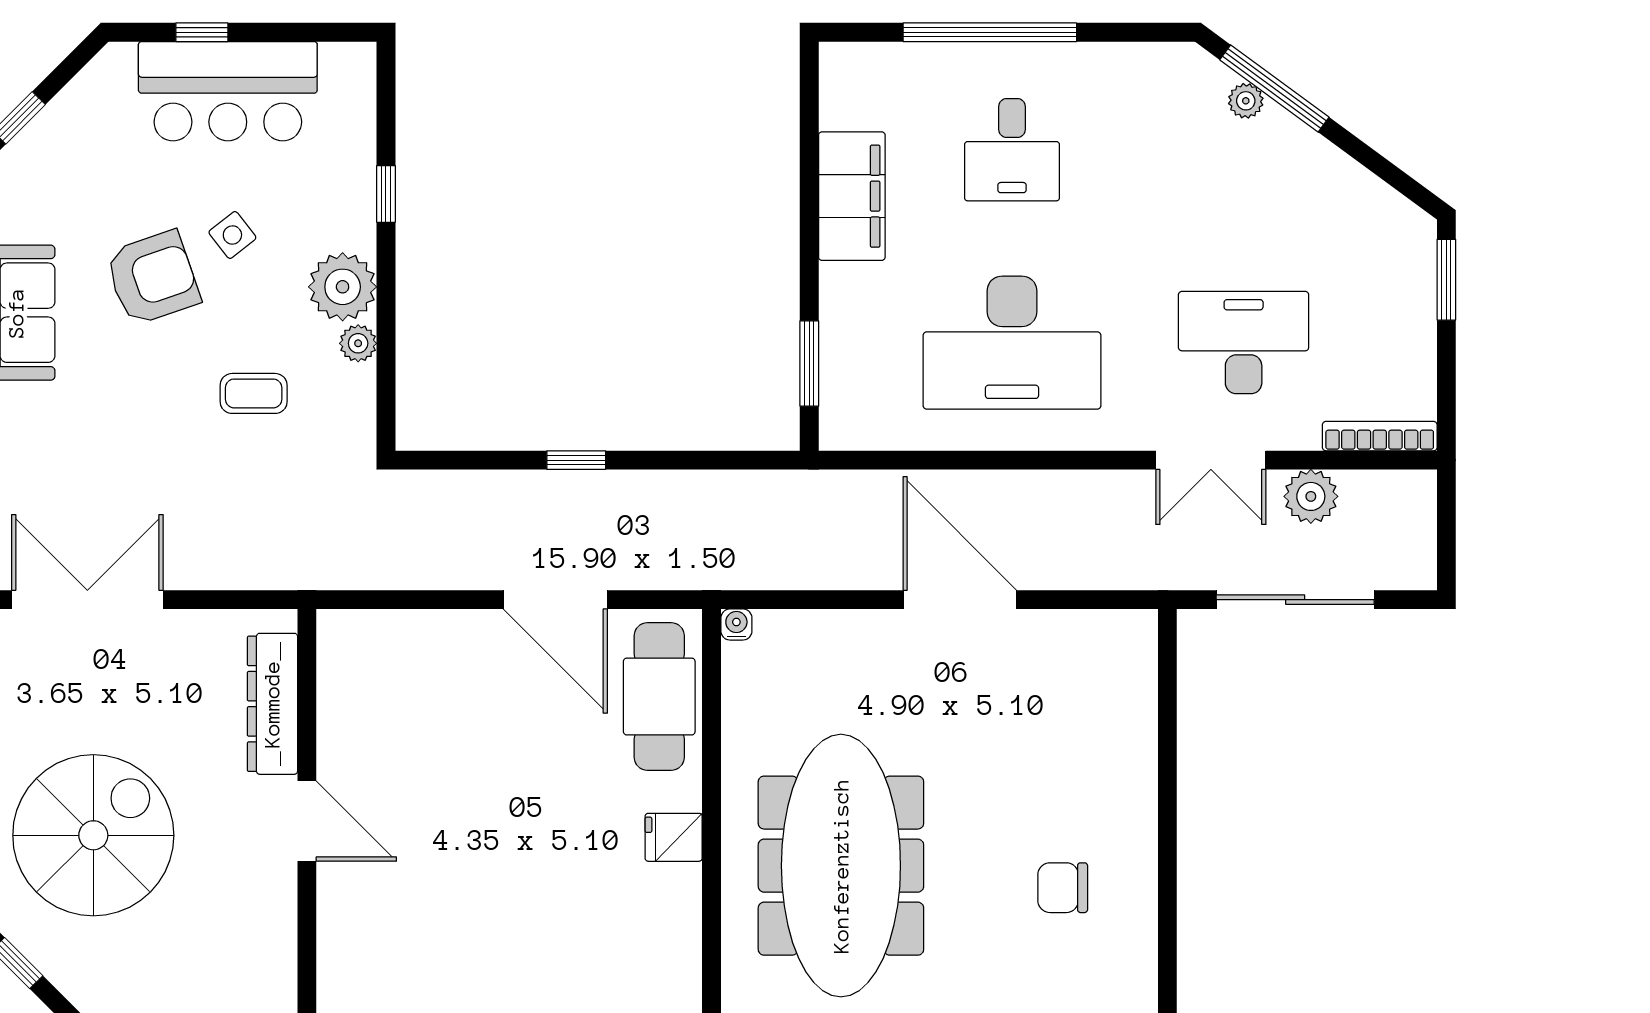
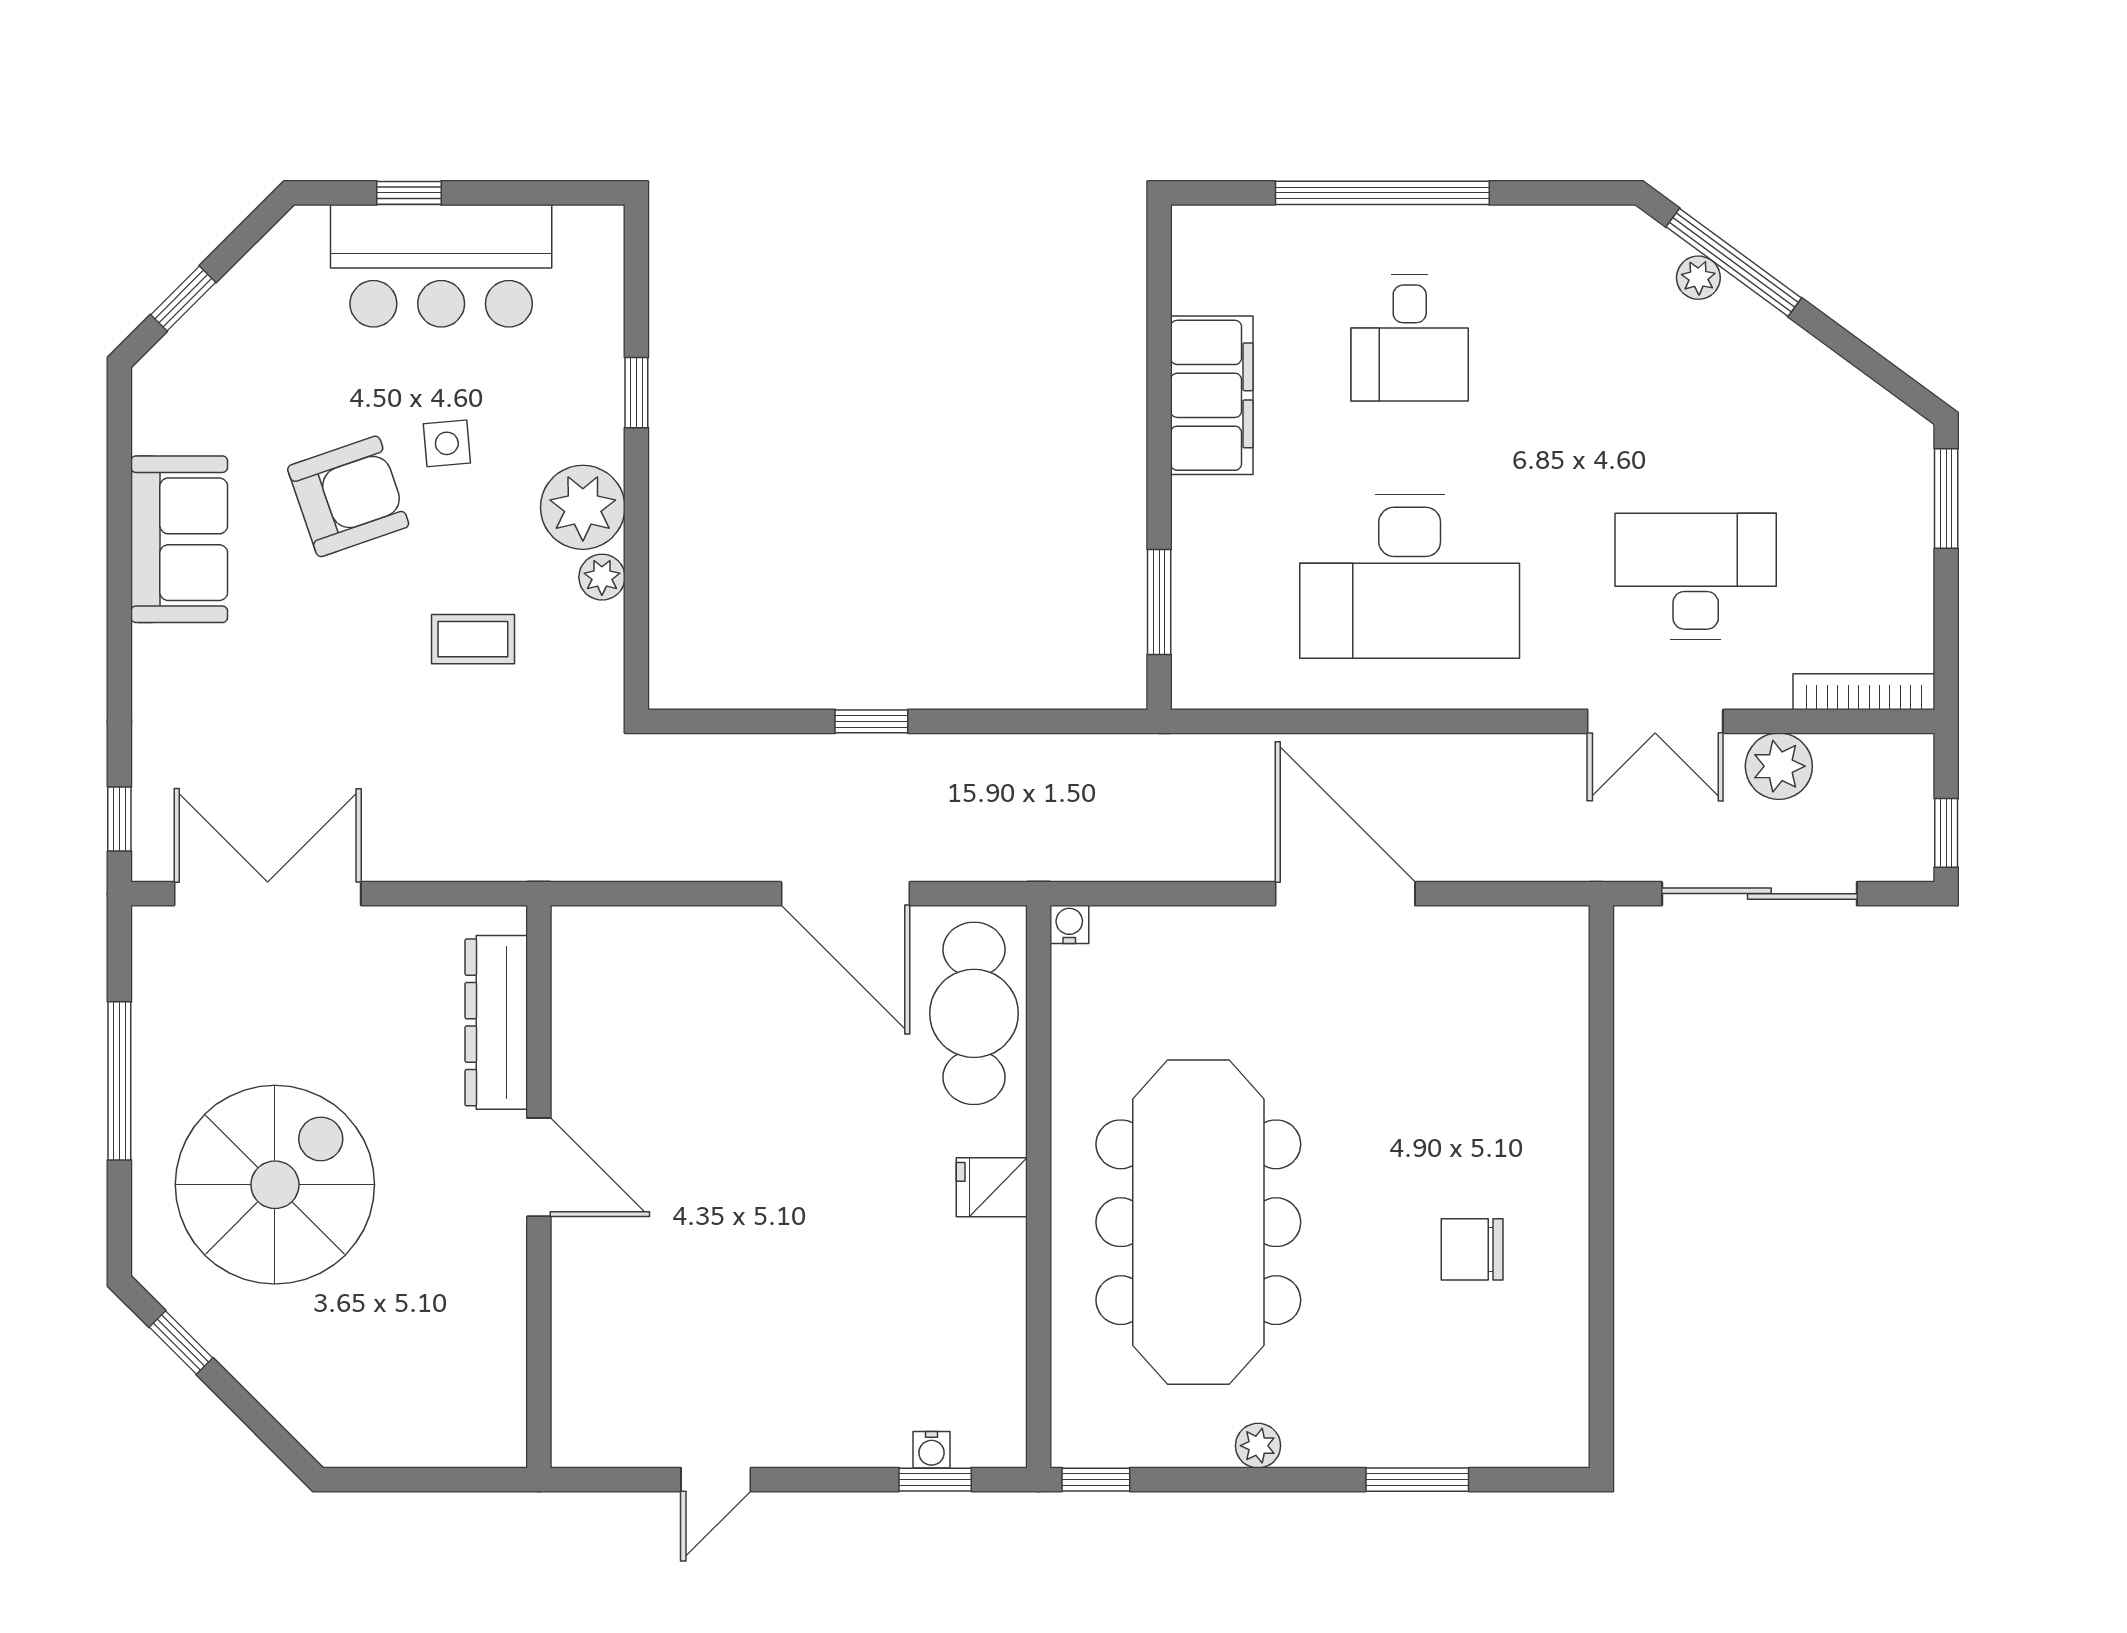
side table: (232, 235) -> (447, 443), turned 33
window: (1446, 550) -> (1946, 833), added

